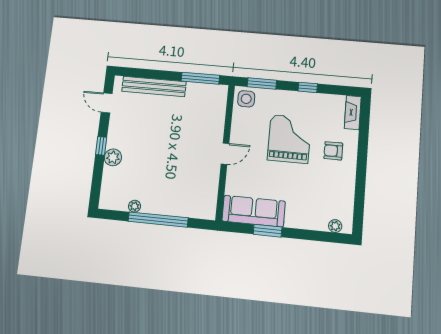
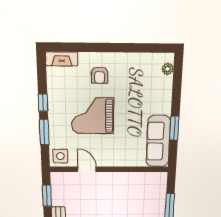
window: (200, 78) -> (47, 196), width x0.69
window: (262, 83) -> (44, 132), moved
door: (225, 154) -> (87, 169), moved

